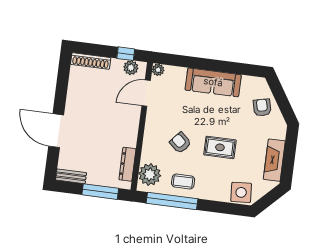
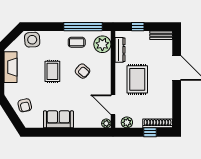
window: (126, 54) -> (150, 132), moved
sofa: (213, 82) -> (58, 119), width x0.73
door: (146, 93) -> (113, 105), swing flipped
rug: (110, 122) -> (137, 79), added
rug: (220, 147) -> (52, 71), turned 90
window: (100, 192) -> (138, 27), width x0.46

